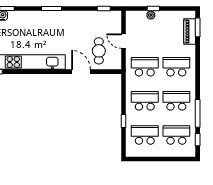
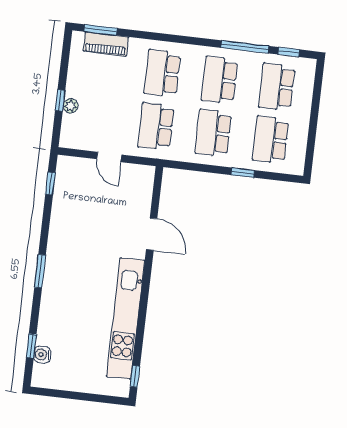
door: (123, 41) -> (109, 157), hinge flipped
cafe table: (99, 51) -> (120, 200), removed
door: (81, 72) -> (152, 234), swing flipped

